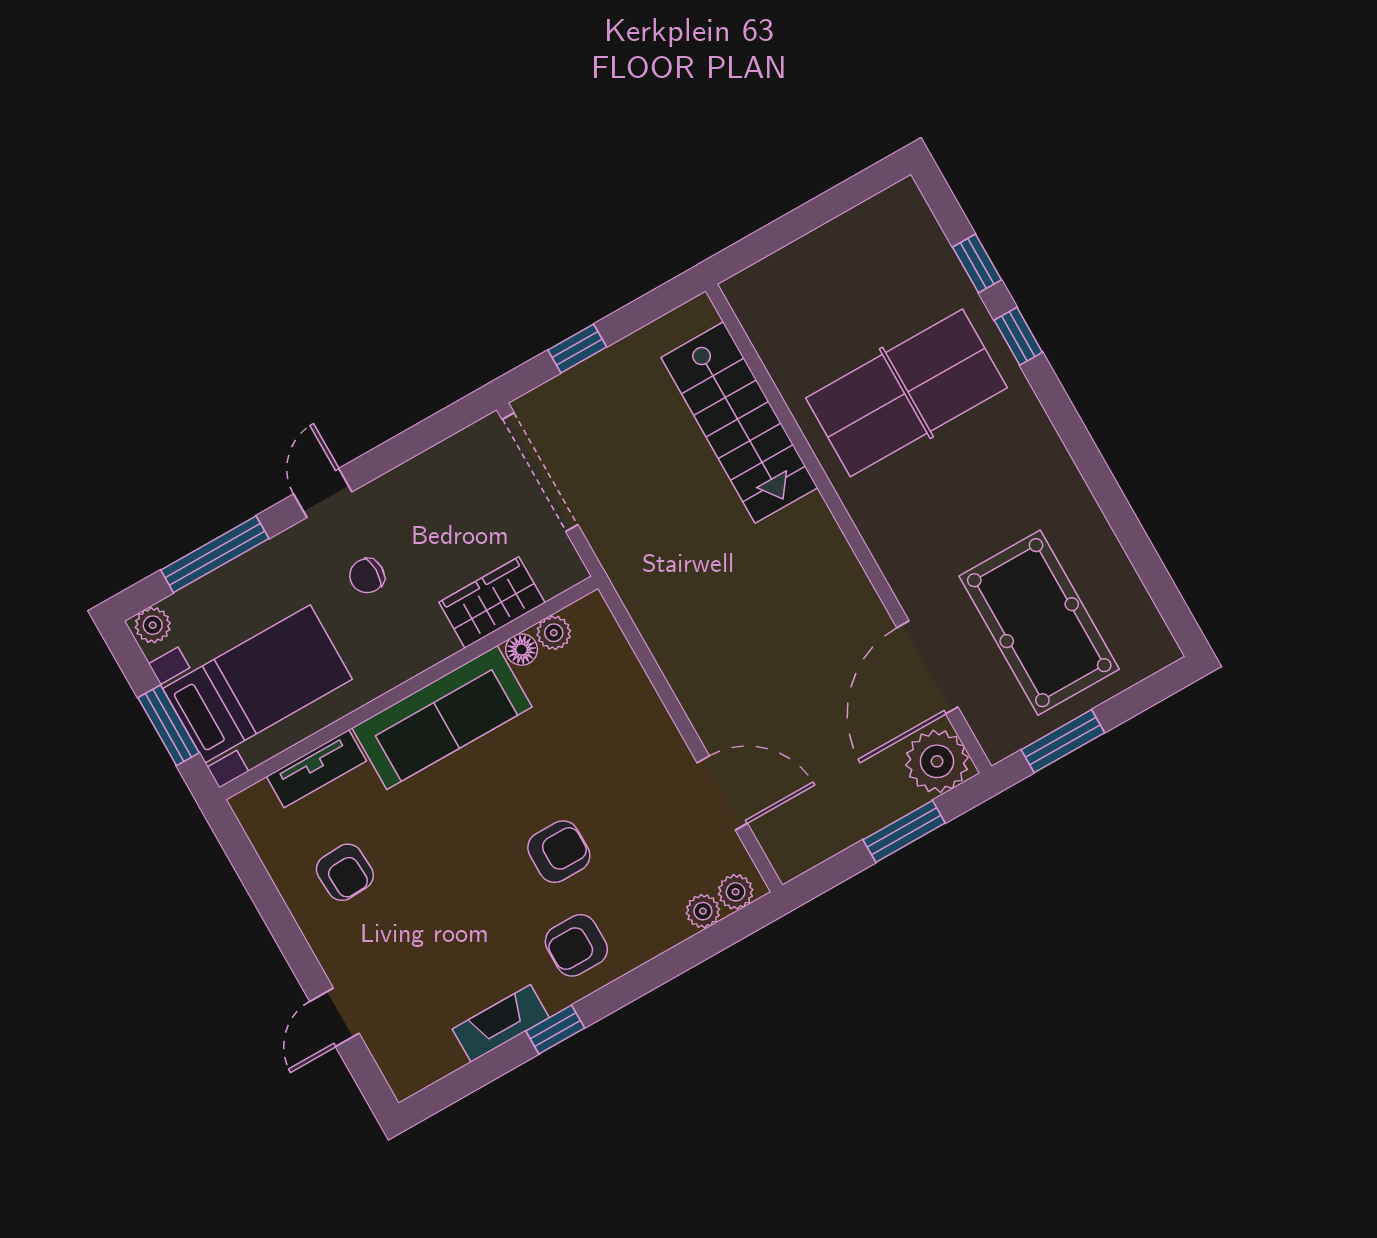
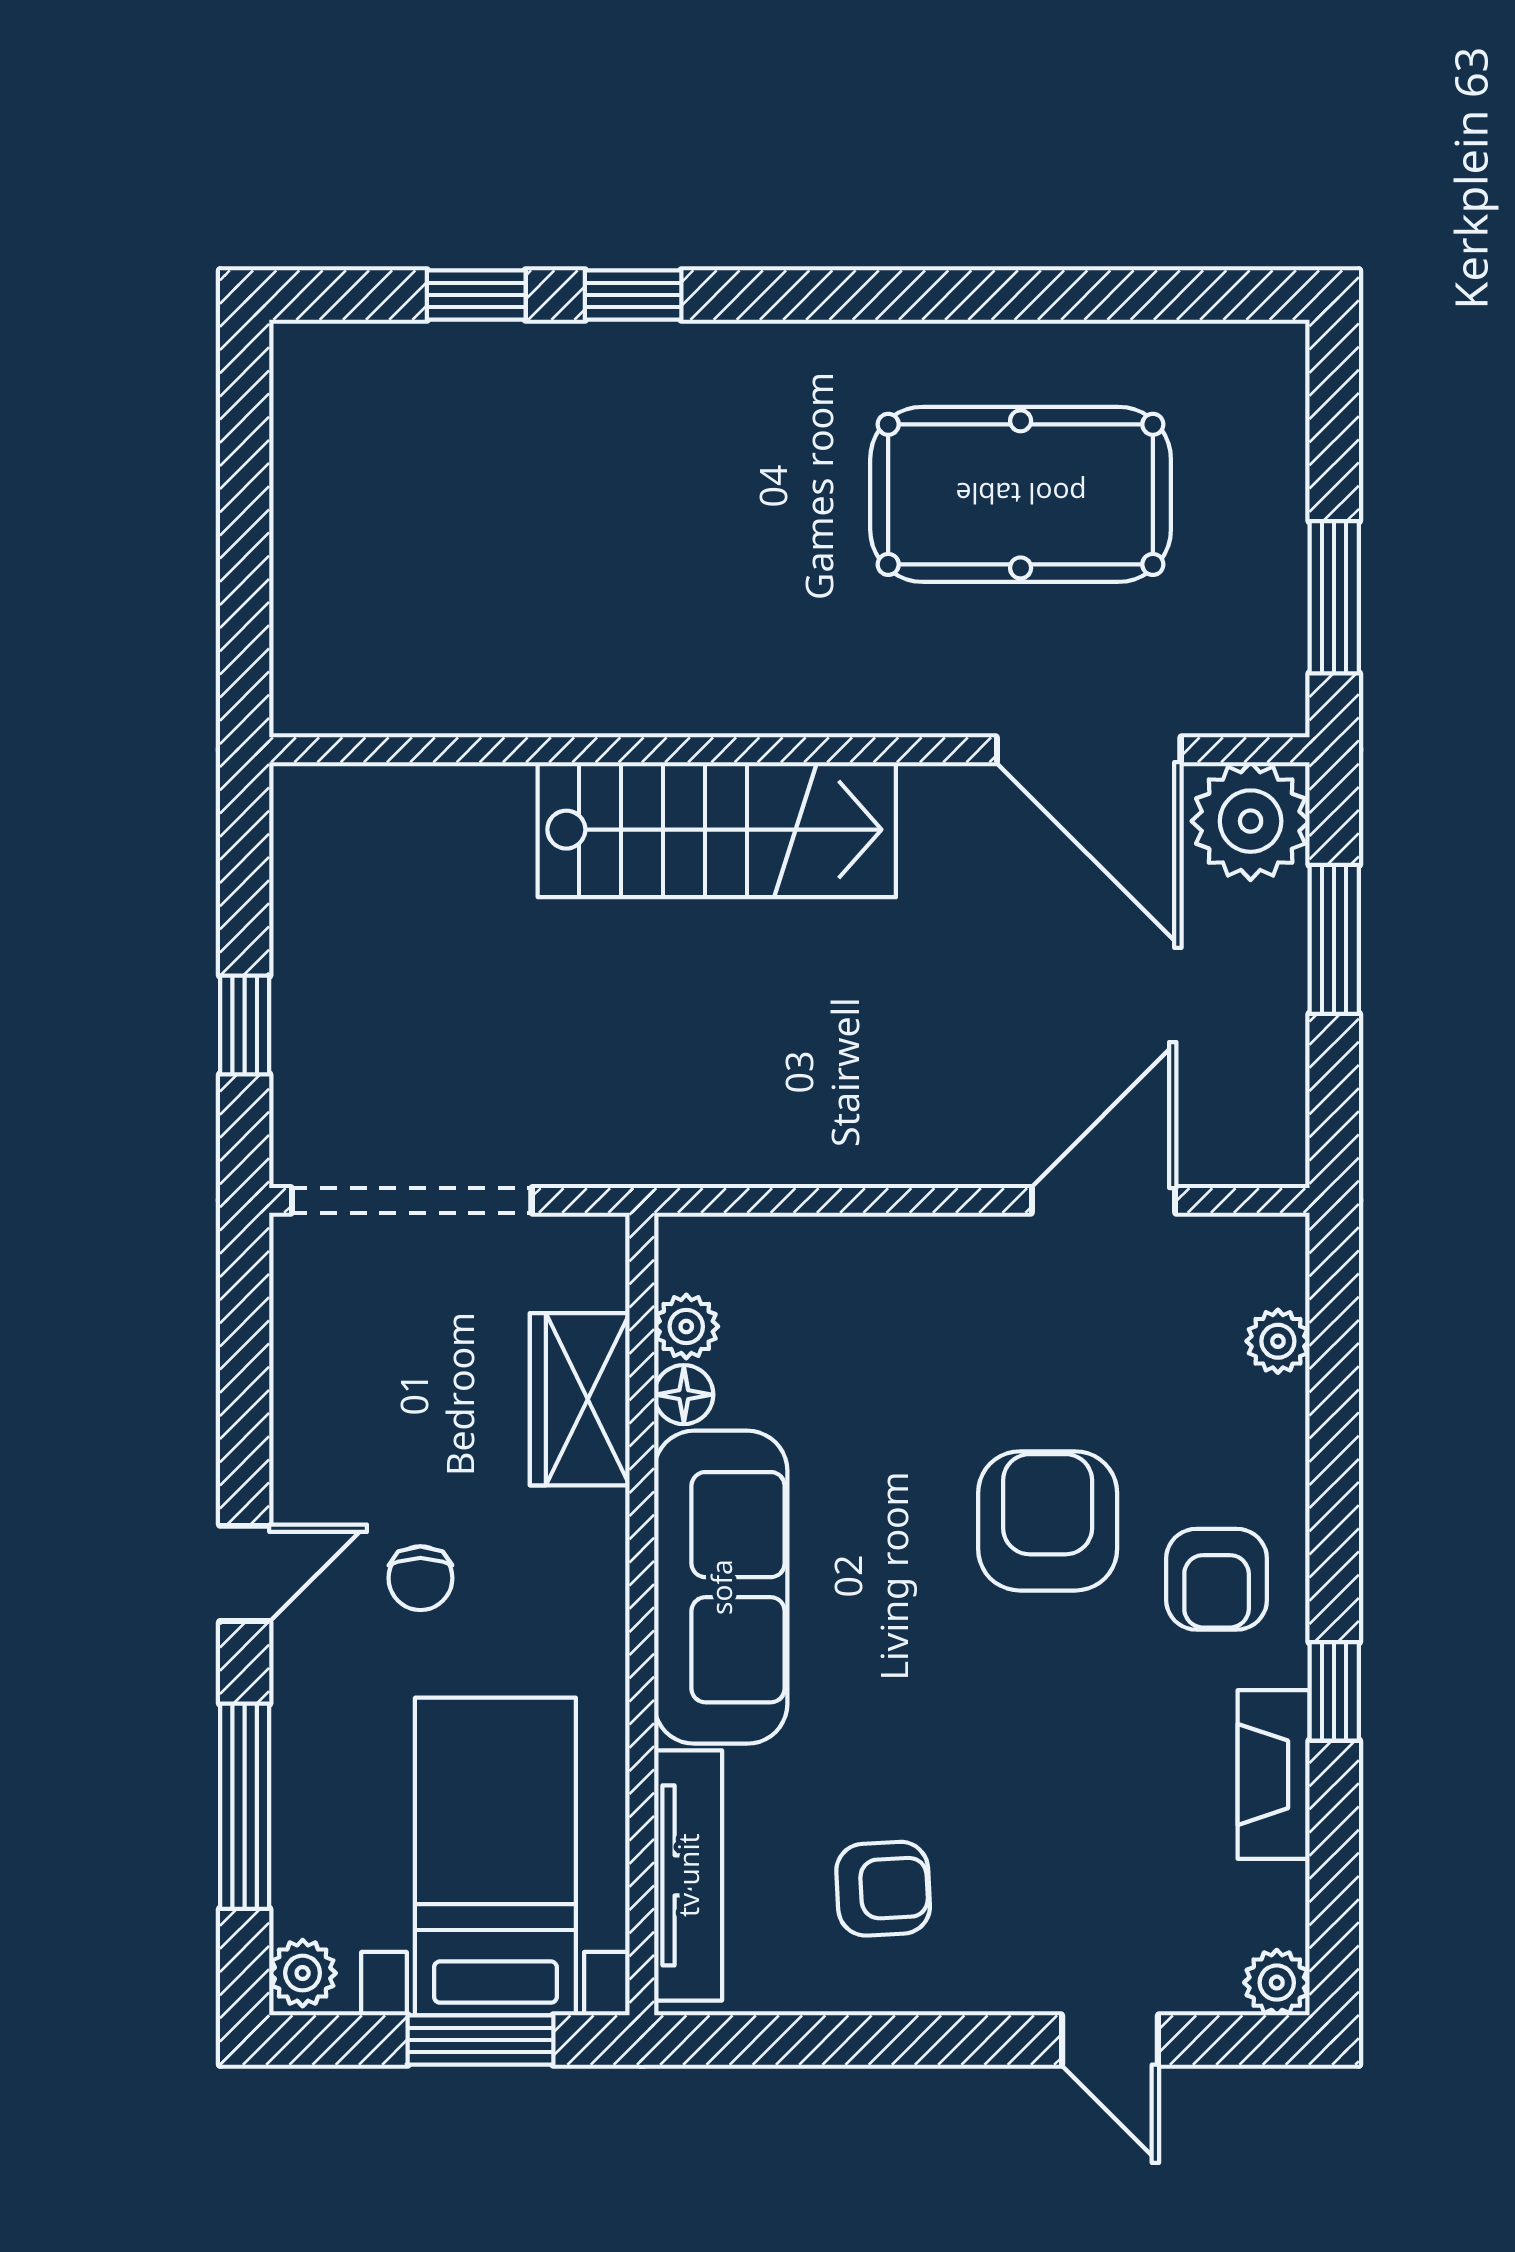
table tennis table: (906, 393) -> (622, 530), removed
stairs: (739, 423) -> (717, 830), moved
door: (323, 493) -> (245, 1573), swing flipped
pool table: (1039, 623) -> (1021, 494), moved
tv unit: (316, 769) -> (688, 1875), width x1.41
armchair: (559, 852) -> (1048, 1521), width x1.38, depth x1.38
plant: (736, 892) -> (1277, 1983), moved

